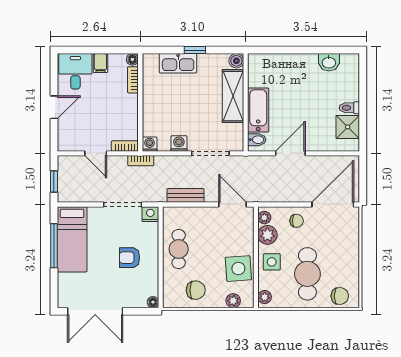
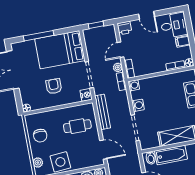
printer: (66, 142) -> (124, 28), added
plant: (120, 162) -> (118, 67), added
bench: (186, 195) -> (103, 112), width x1.36
door: (232, 204) -> (103, 150), hinge flipped
bed: (72, 239) -> (60, 50), width x1.50
window: (54, 246) -> (39, 36), moved
cafe table: (179, 249) -> (77, 126), moved

